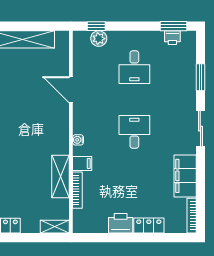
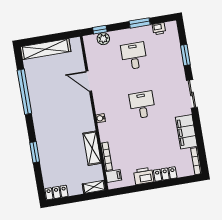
window: (173, 26) -> (140, 23), moved
desk: (134, 67) -> (134, 56), turned 180
filing cabinet: (82, 164) -> (114, 176), moved

